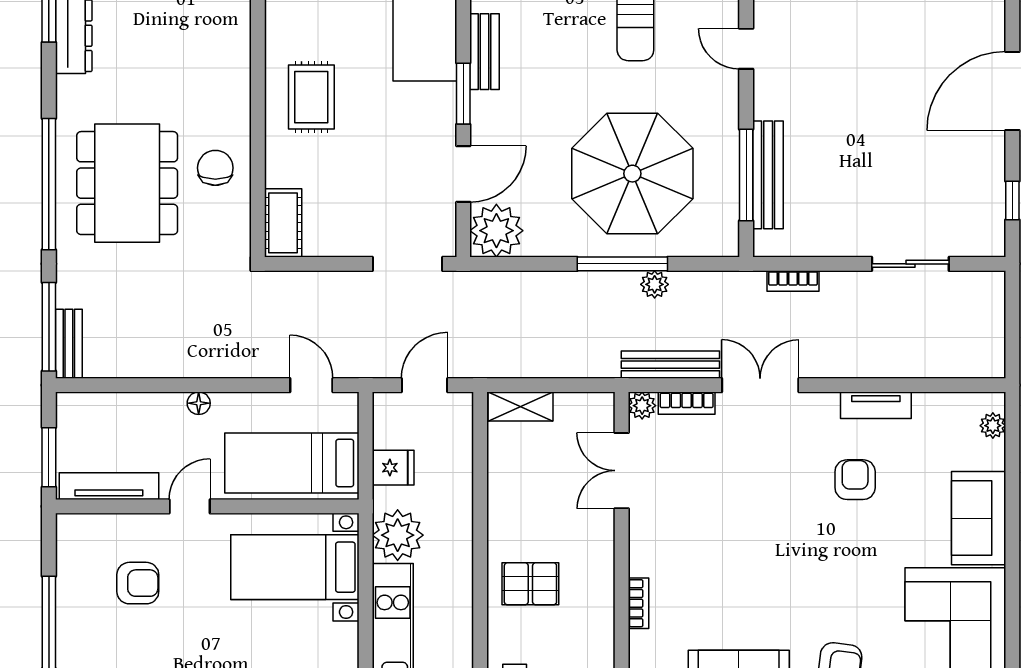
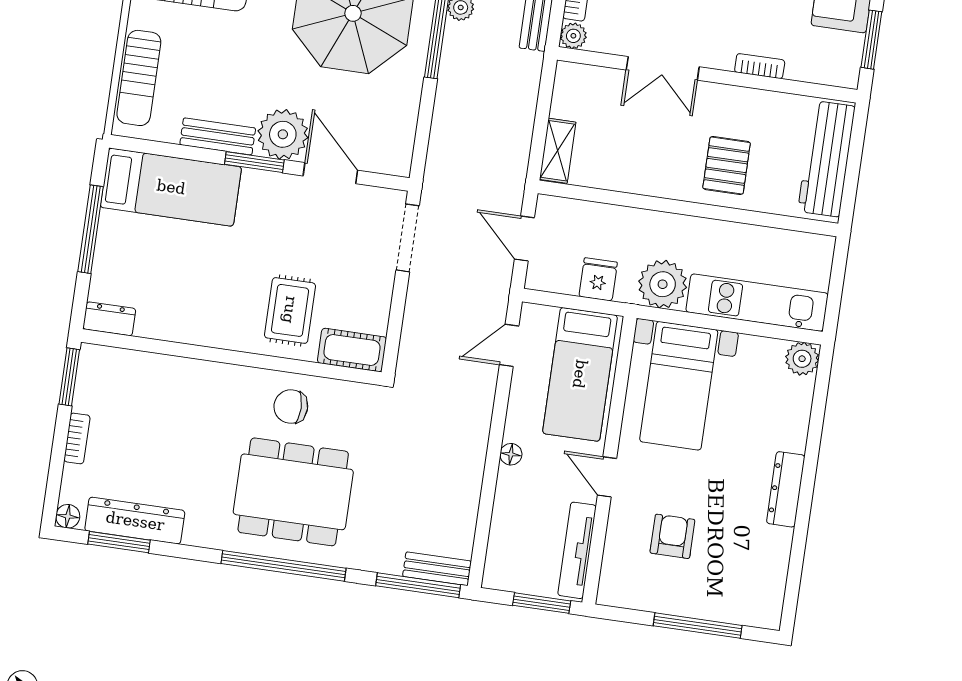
rug: (311, 97) -> (290, 310), moved, turned 90
plant: (496, 231) -> (283, 134), moved
double door: (622, 471) -> (663, 68), moved

